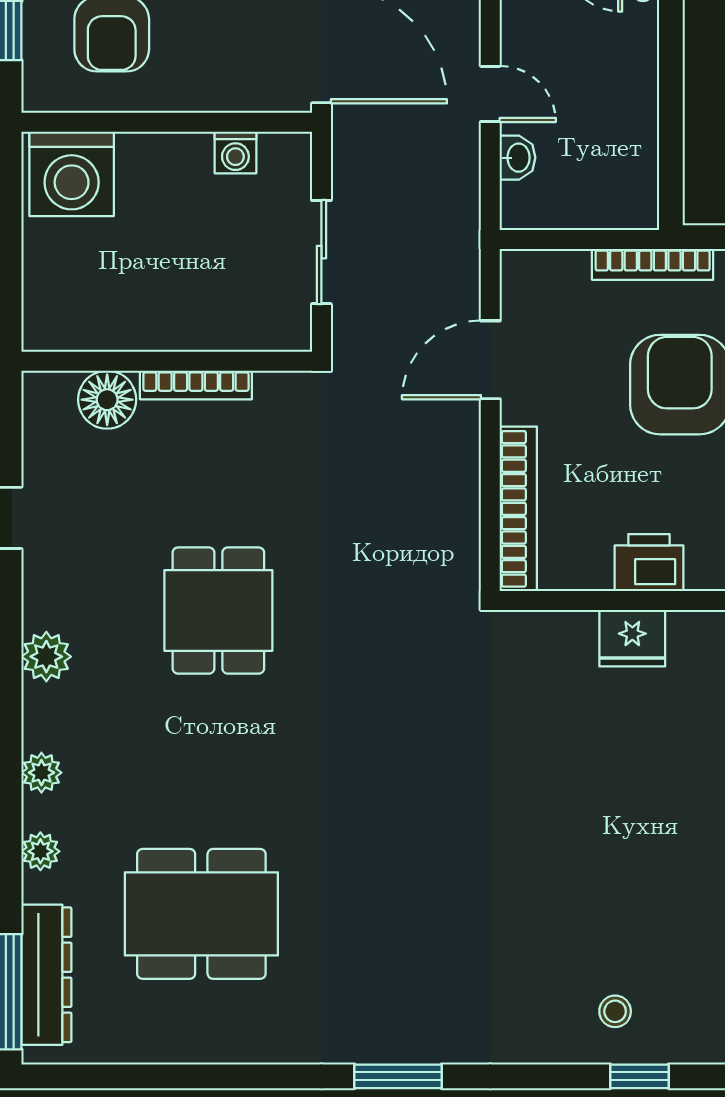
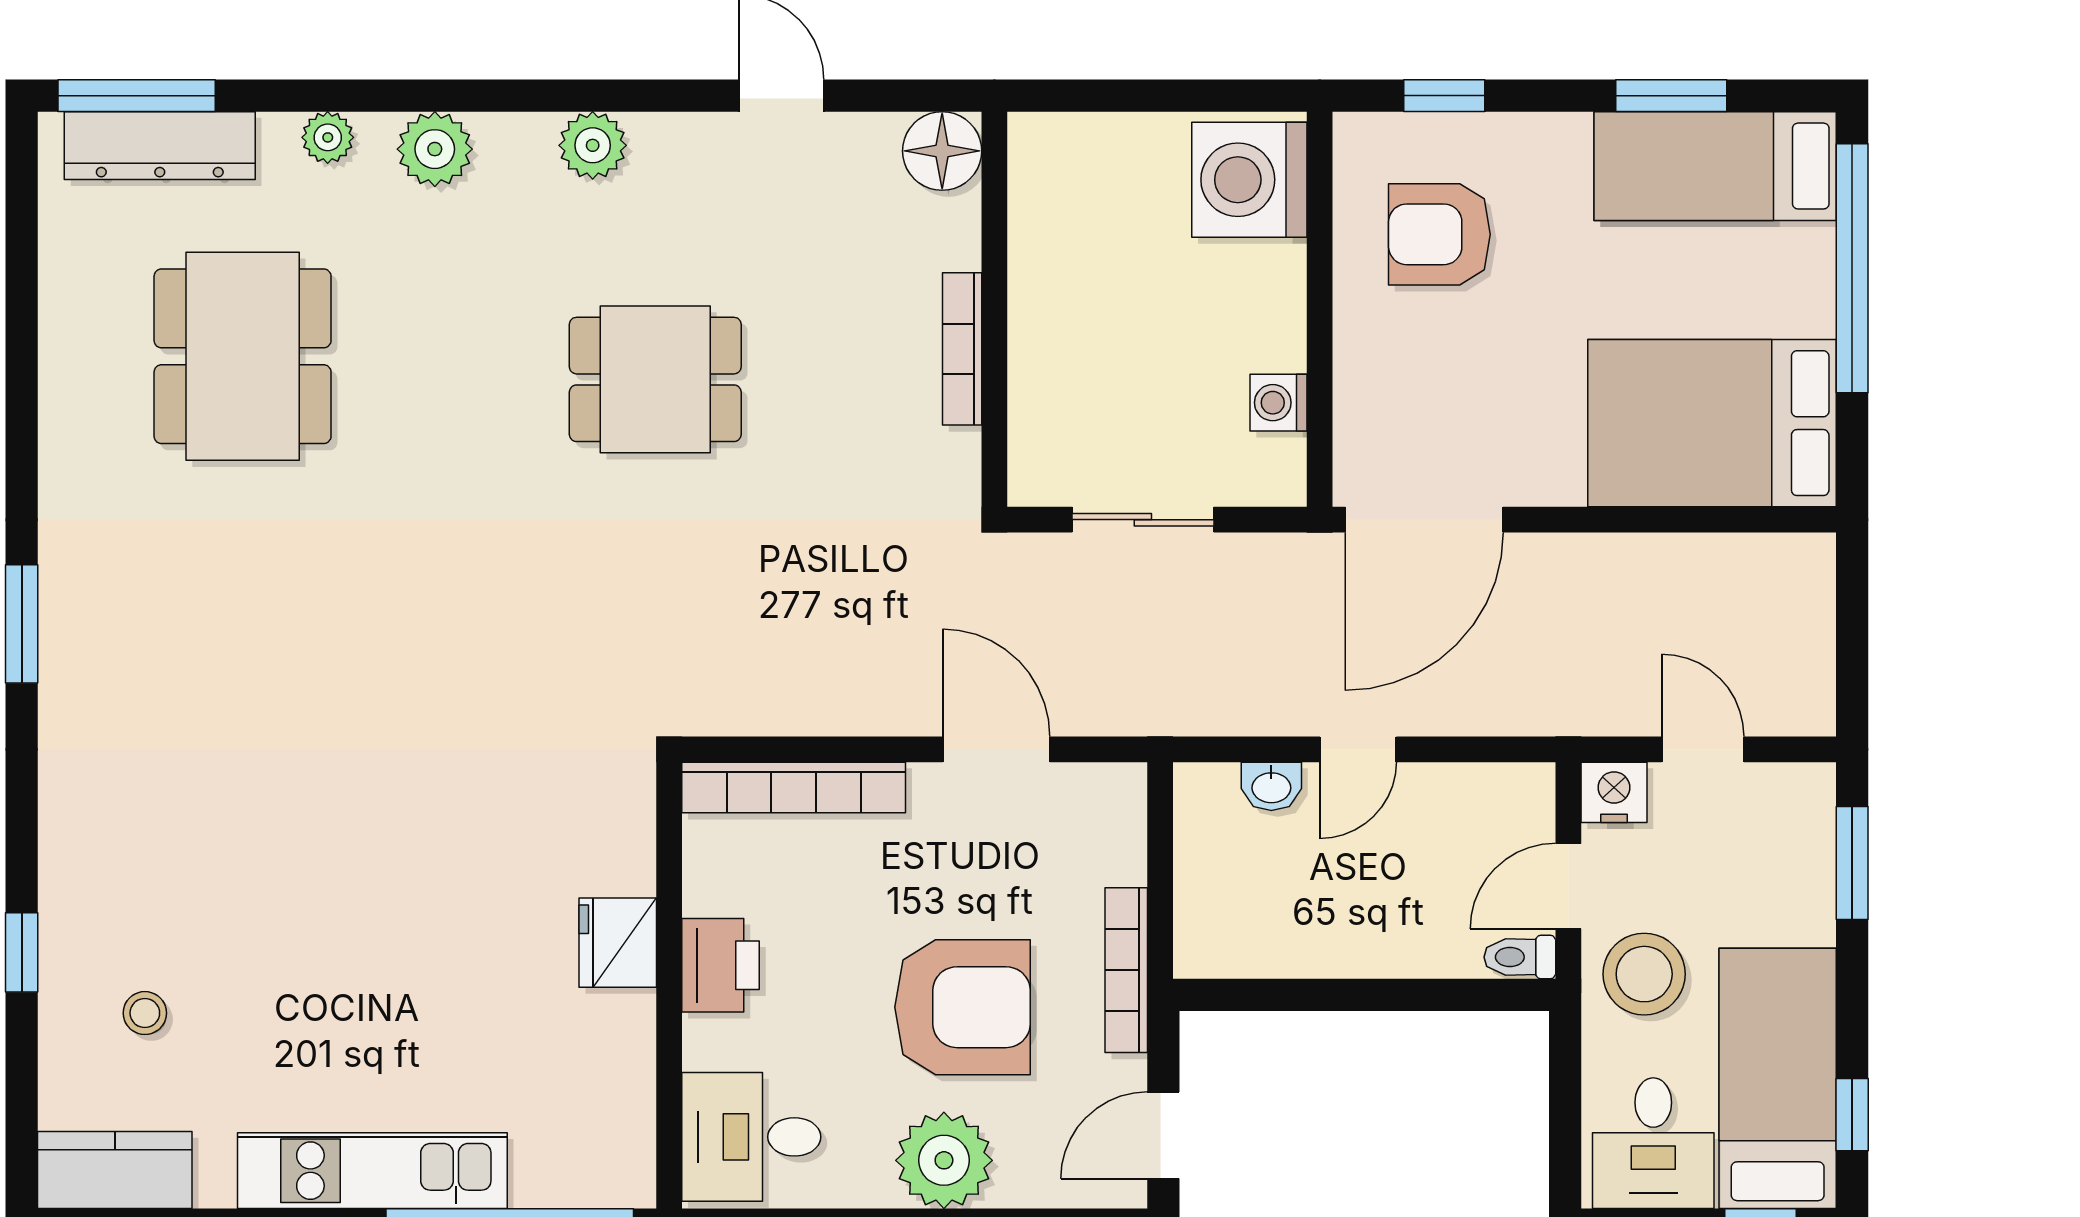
floor lamp: (107, 400) -> (942, 151), moved
plant: (41, 773) -> (435, 149), width x1.38, depth x1.38
stool: (615, 1011) -> (145, 1013), moved

